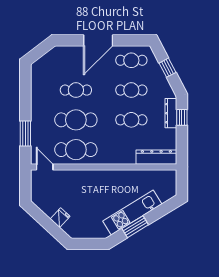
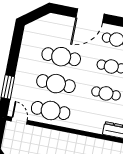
cafe table: (76, 90) -> (61, 57), width x1.37, depth x1.35

